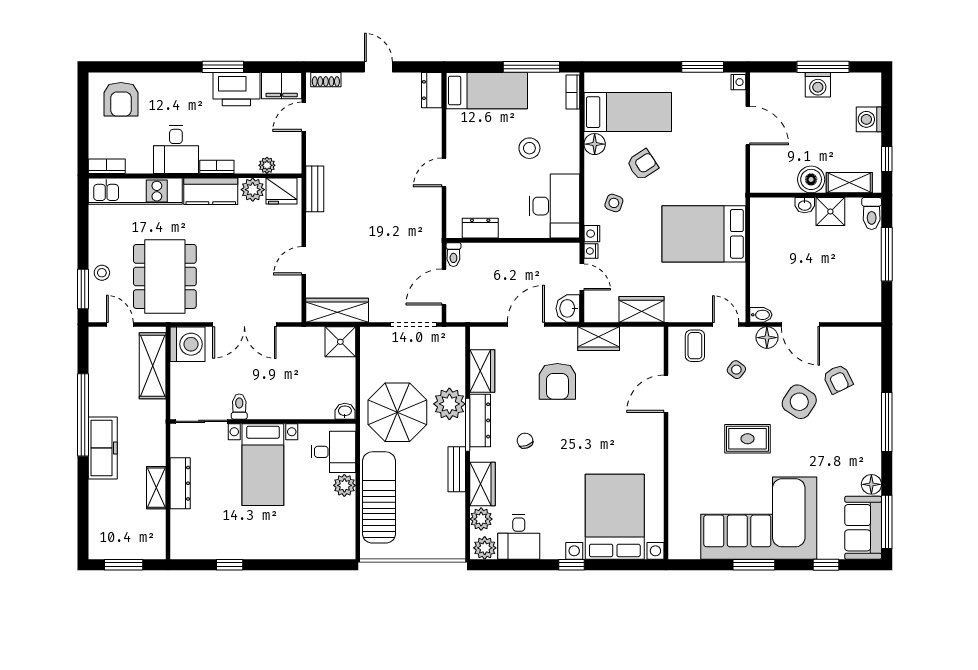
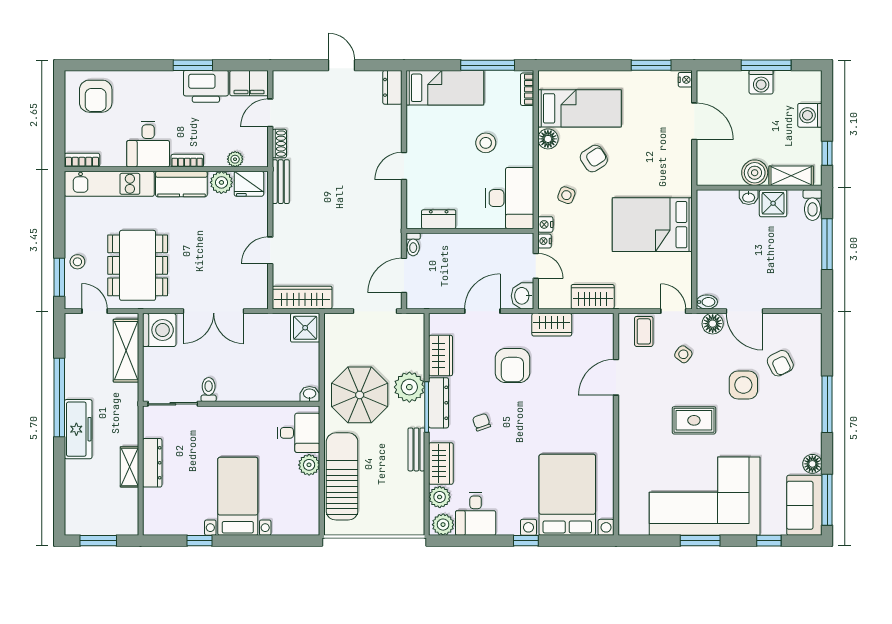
shoe rack: (326, 80) -> (279, 144), moved, turned -90
side table: (799, 402) -> (743, 385), turned -33
bed with nightstands: (263, 465) -> (238, 496), moved, turned 180

